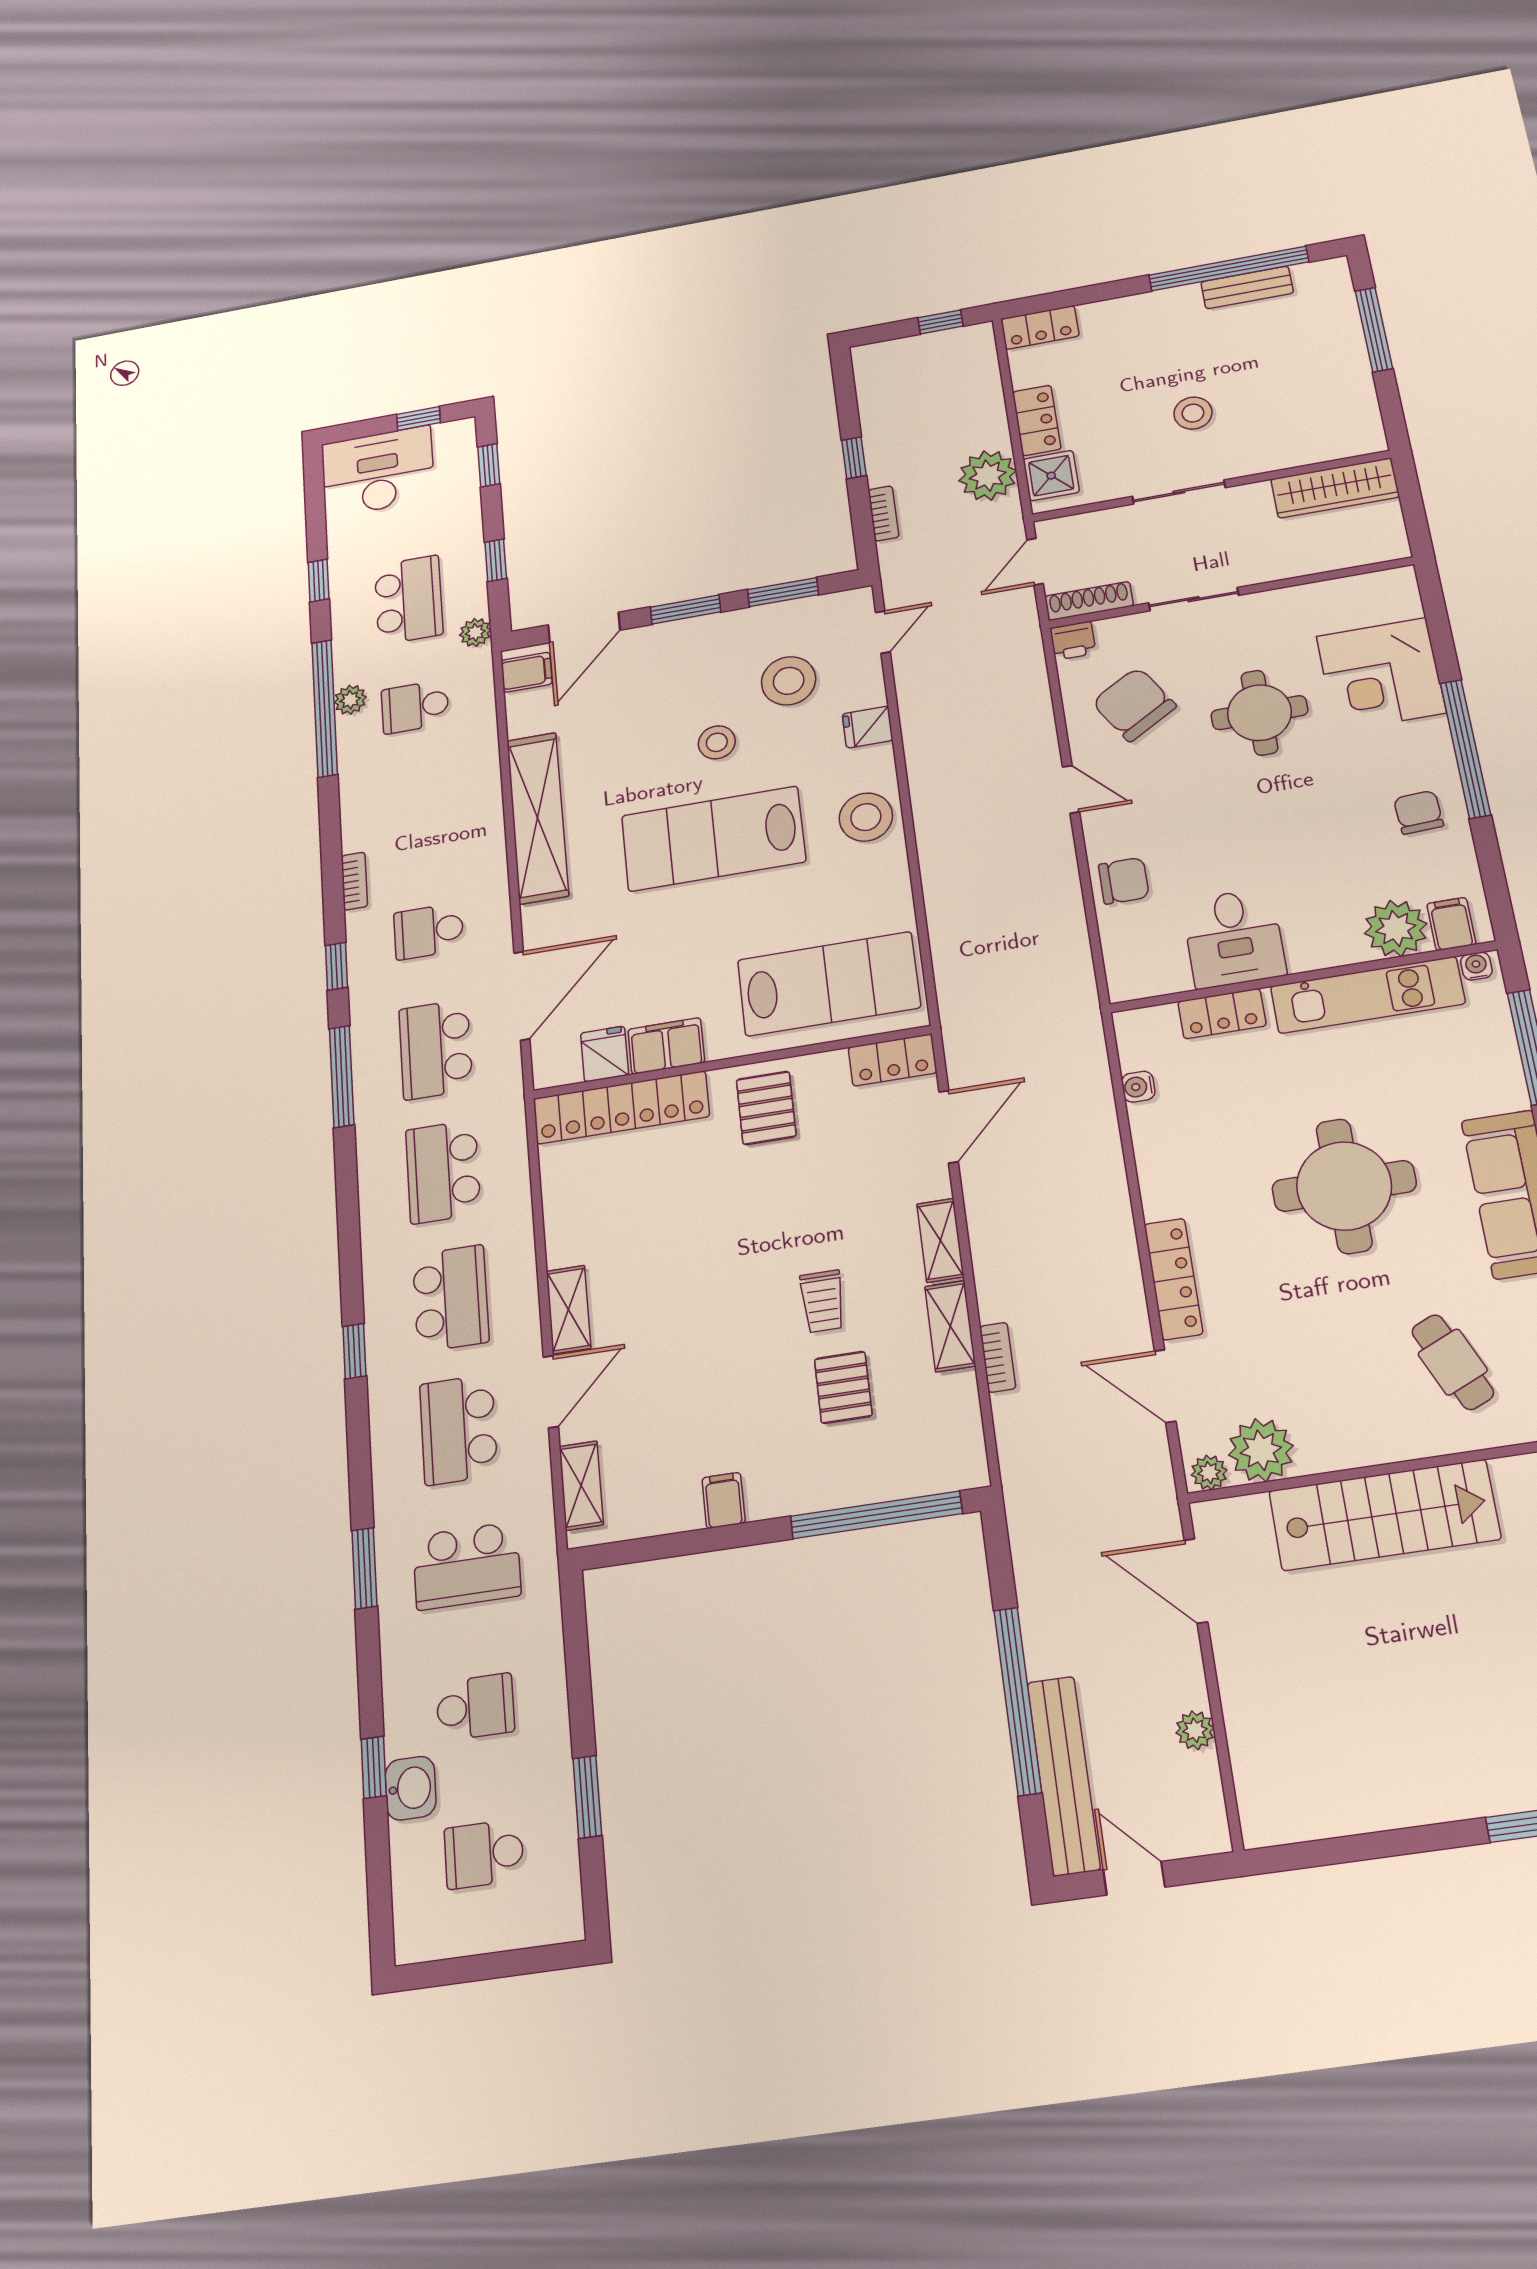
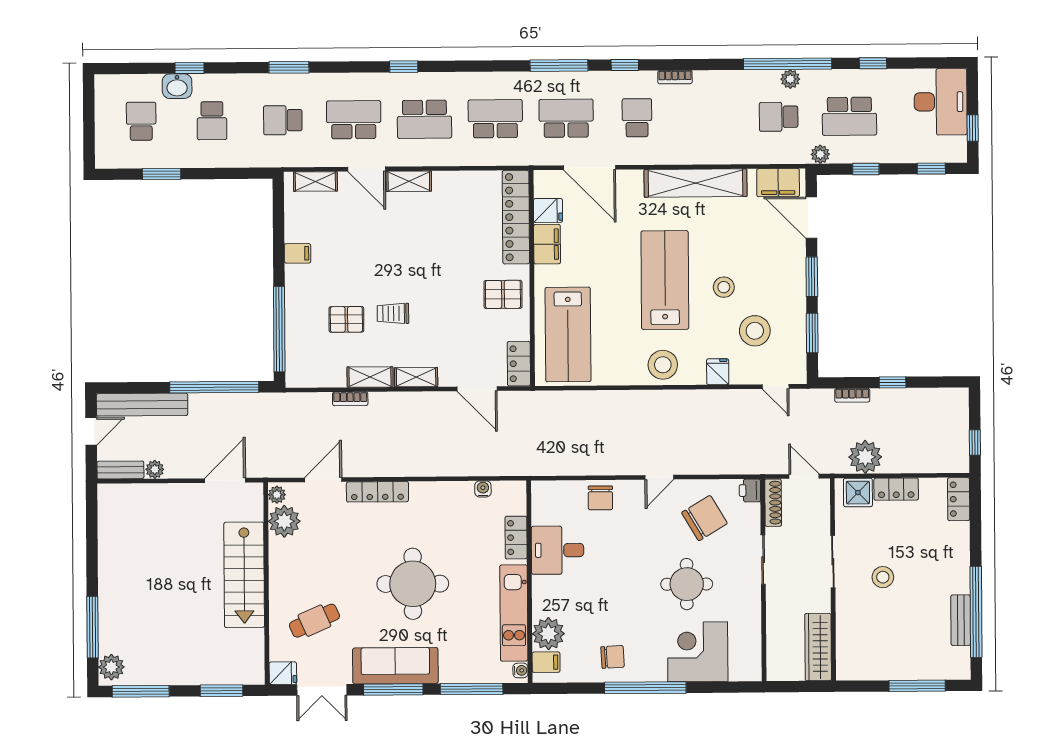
filing cabinet: (527, 672) -> (778, 183), width x2.00
school desk: (415, 707) -> (779, 117), turned -90
school desk: (467, 1566) -> (283, 120), width x0.54
window: (1018, 1701) -> (214, 387), moved
bench: (1207, 1804) -> (120, 470), added

